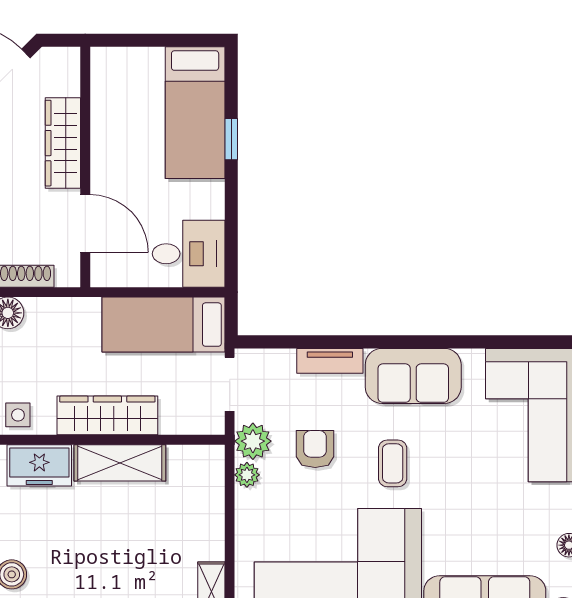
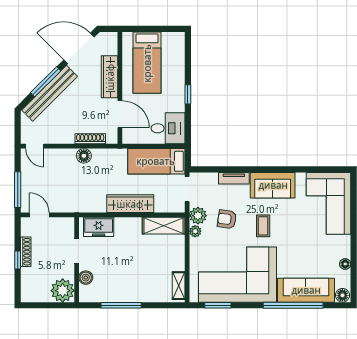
bed: (195, 113) -> (147, 63), moved
window: (231, 139) -> (188, 94), moved
side table: (18, 415) -> (89, 203), removed
armchair: (315, 449) -> (227, 219), turned -82
shelving: (120, 463) -> (164, 226), moved

